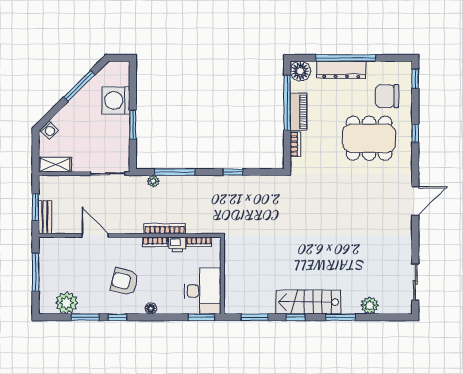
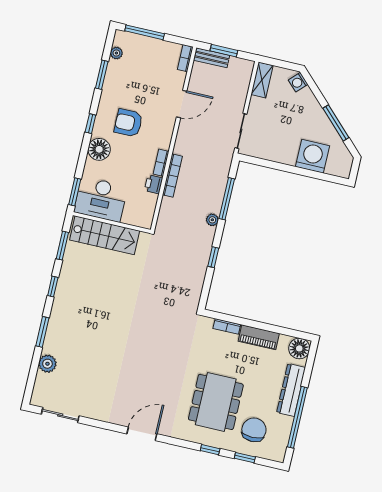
window: (346, 58) -> (297, 417), moved
window: (415, 79) -> (245, 458), moved
window: (287, 103) -> (270, 328), removed
window: (133, 125) -> (284, 168), removed
plant: (153, 181) -> (212, 220), moved
door: (415, 201) -> (142, 434), swing flipped
bookcase: (199, 242) -> (185, 58), moved
window: (36, 272) -> (145, 32), moved
armchair: (125, 282) -> (128, 123), turned -104
stairs: (308, 302) -> (105, 235), moved, turned 90
plant: (66, 303) -> (116, 53), width x0.53, depth x0.53
floor lamp: (151, 308) -> (99, 149), width x1.89, depth x1.89
window: (117, 317) -> (90, 124), moved

